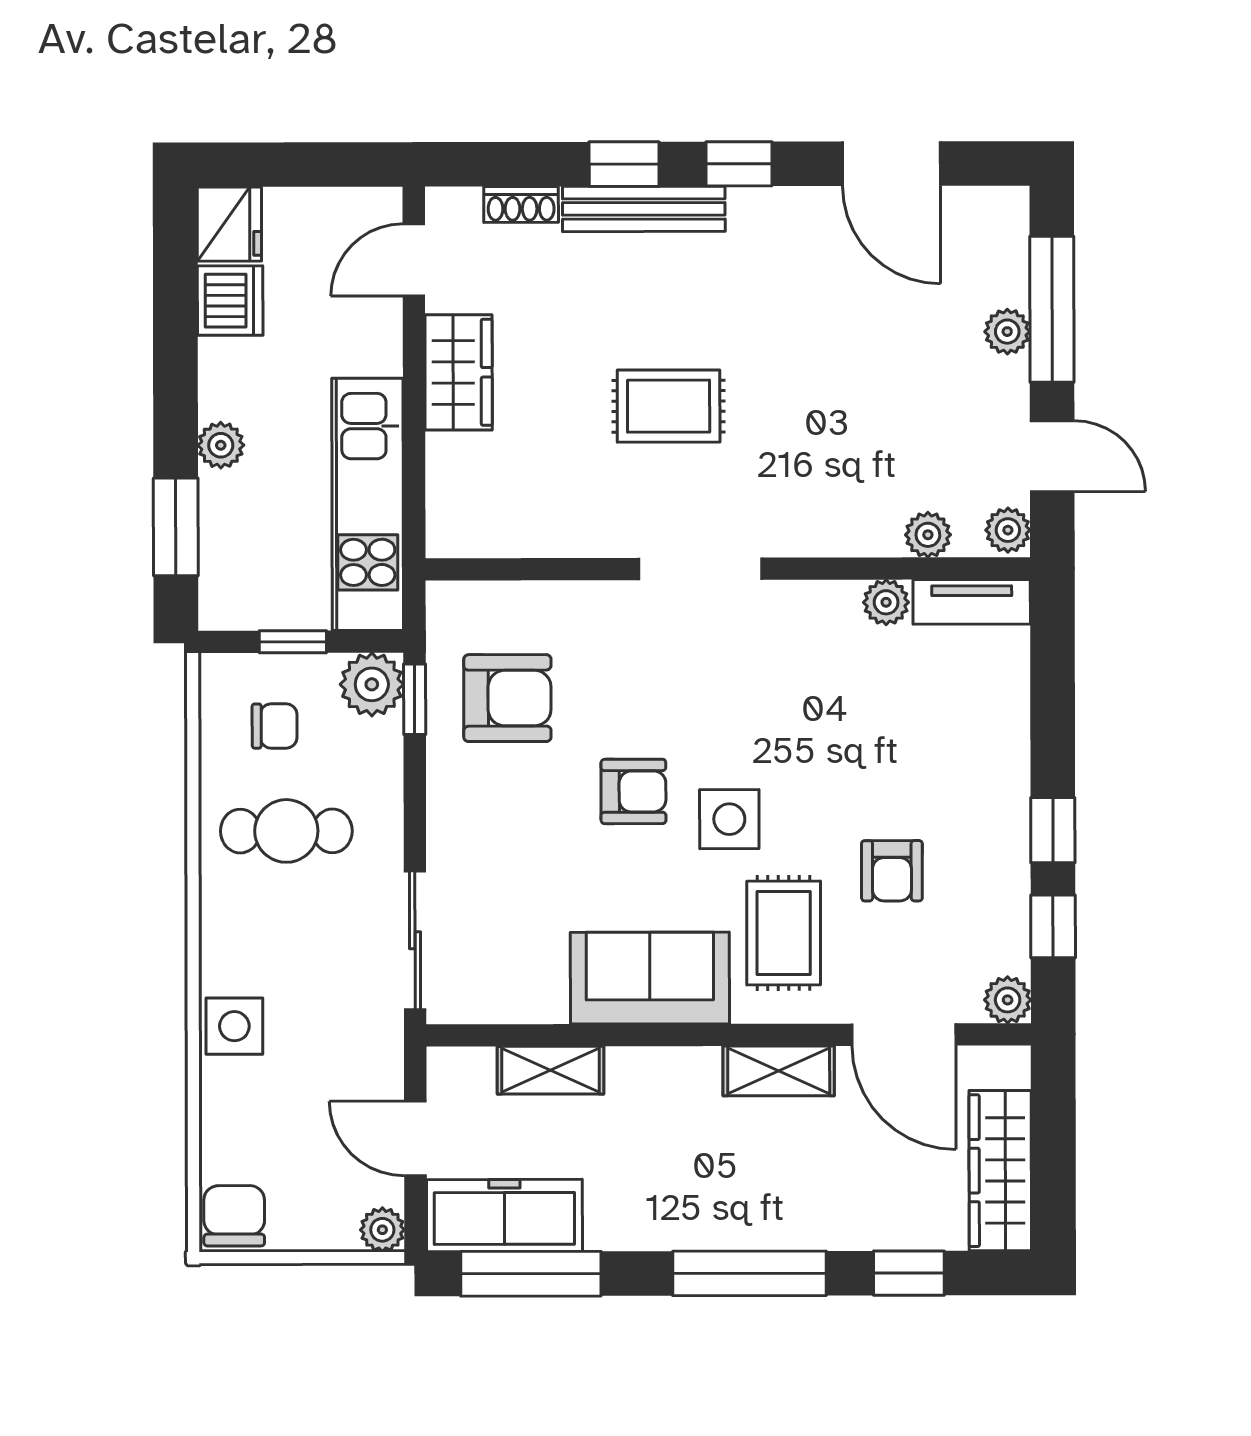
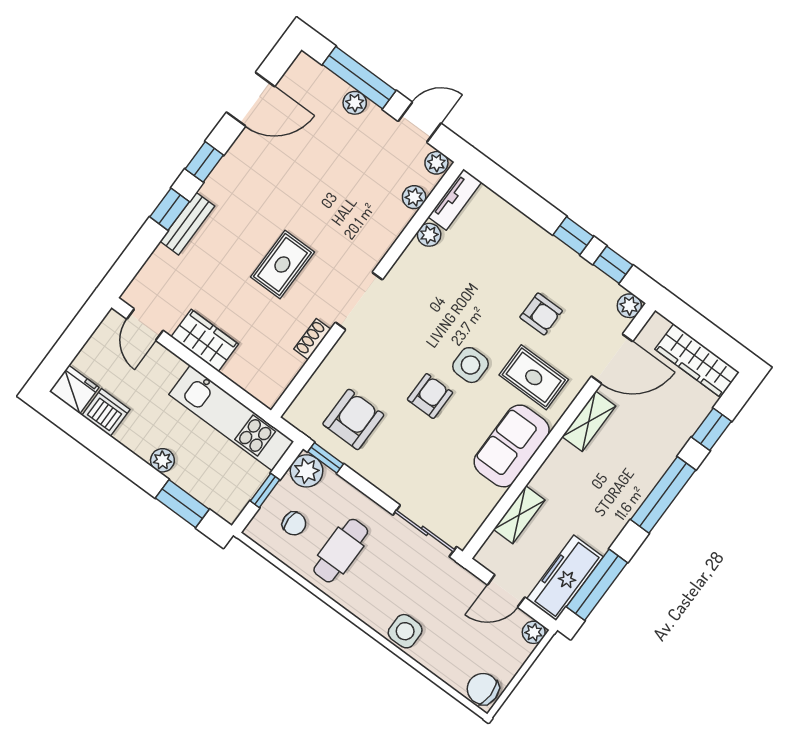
shoe rack: (521, 204) -> (312, 339), moved, turned 180
bench: (644, 209) -> (187, 224), width x0.73
chair: (275, 726) -> (294, 524), turned 90

